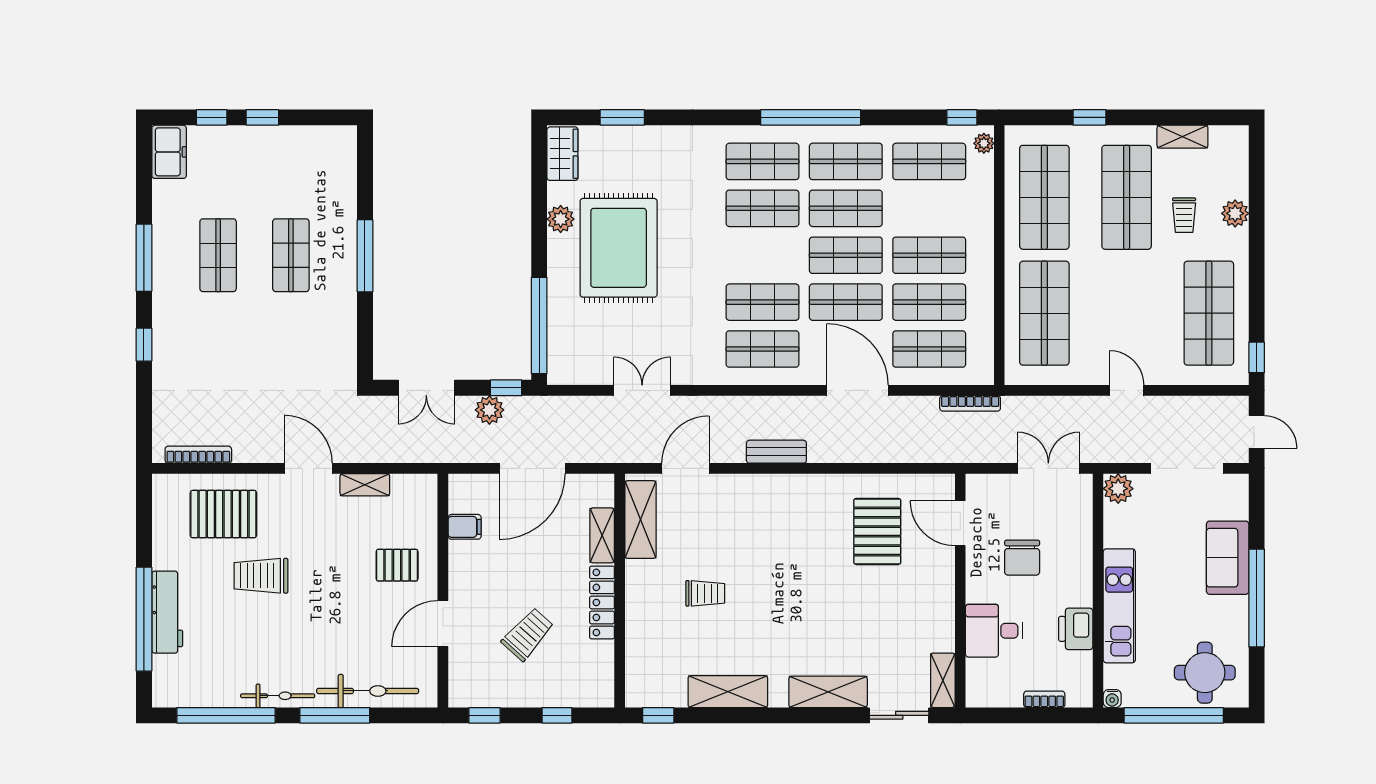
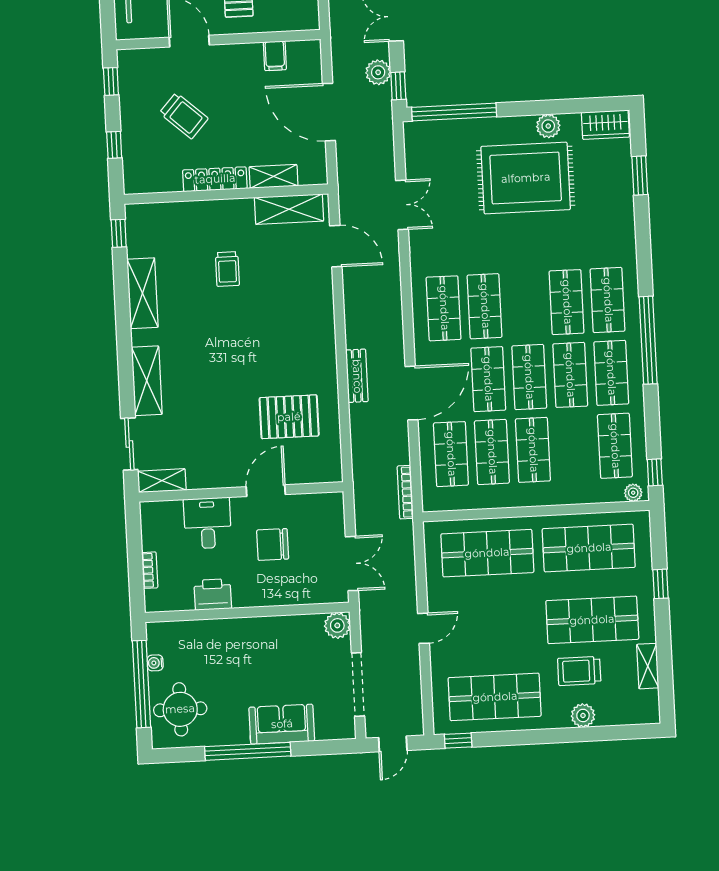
trolley: (1184, 215) -> (579, 671), width x1.36, depth x1.39
bench: (776, 452) -> (357, 376), moved
door: (960, 523) -> (266, 491), moved
kitchen unit: (1119, 606) -> (235, 632), removed
water cooler: (1112, 699) -> (155, 663), moved

